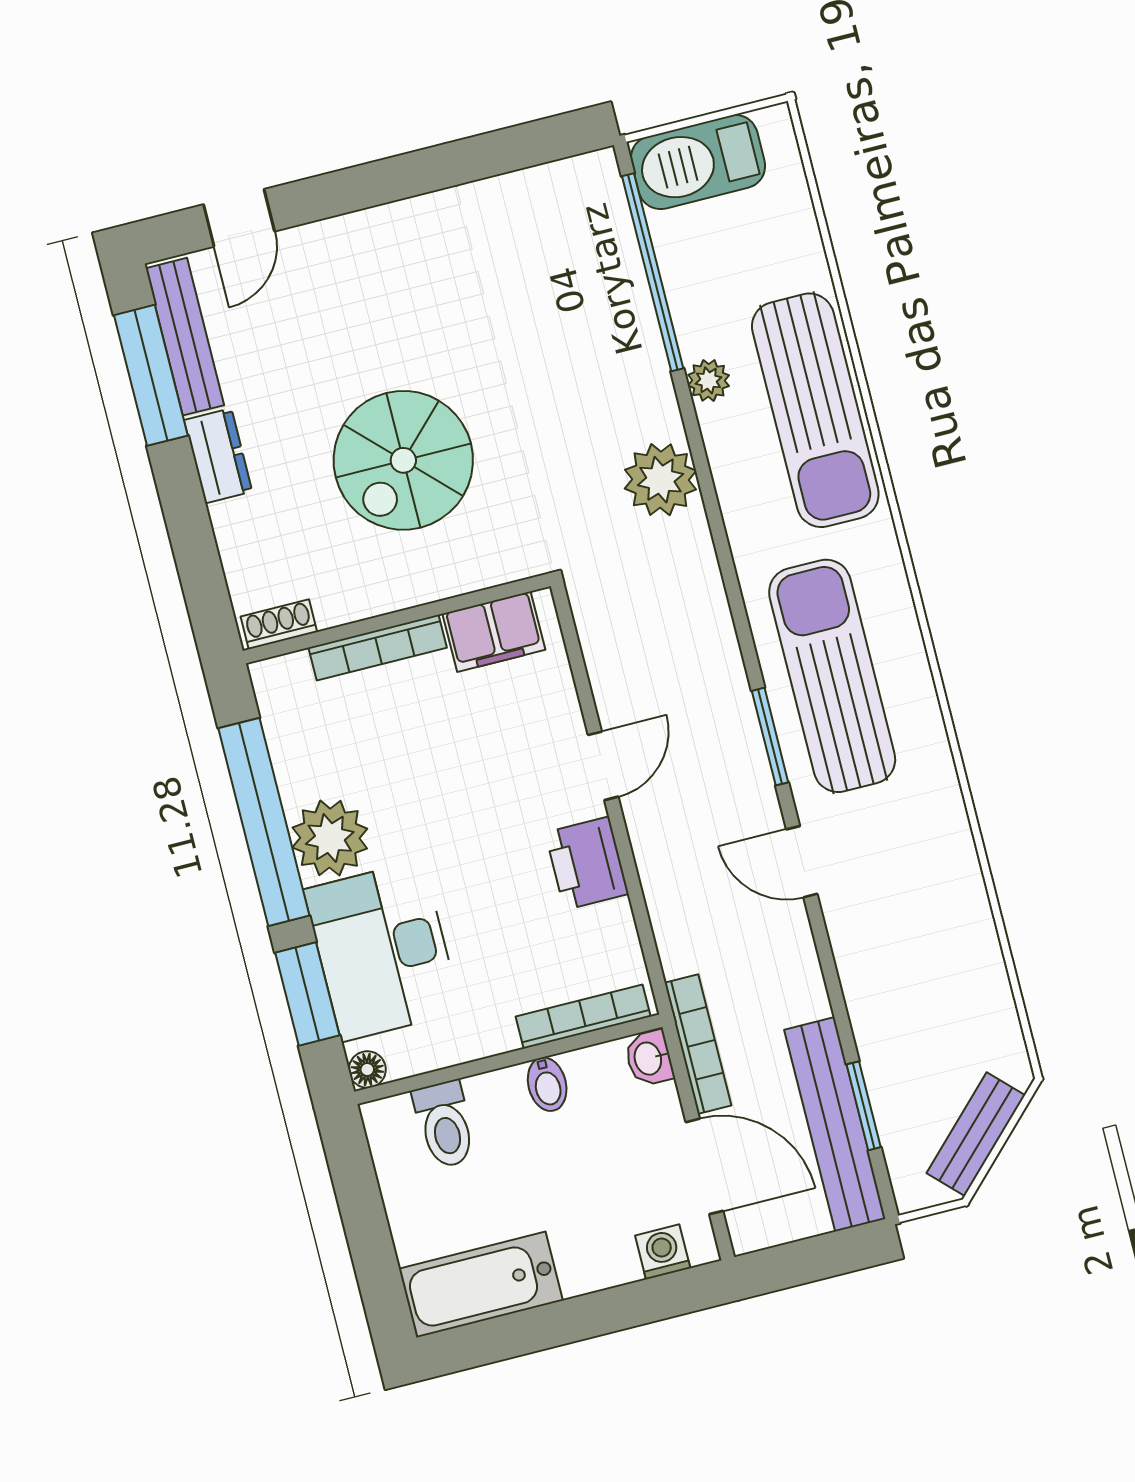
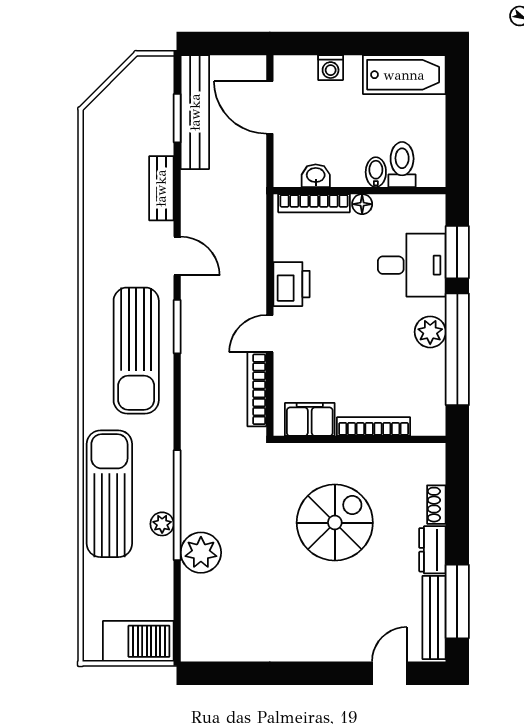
window: (653, 272) -> (177, 505), moved
plant: (660, 480) -> (201, 553), moved
shoe rack: (279, 624) -> (436, 505), moved, turned 90
plant: (330, 838) -> (430, 332), width x0.73, depth x0.73
desk: (382, 951) -> (412, 265), width x0.73
bookcase: (698, 1044) -> (257, 389), moved
washbasin: (649, 1058) -> (316, 176), moved, turned -90
floor lamp: (367, 1069) -> (362, 204), moved
bidet: (547, 1084) -> (376, 172), moved
bench: (976, 1134) -> (161, 188), moved, turned -45
washing machine: (663, 1252) -> (331, 68), moved

